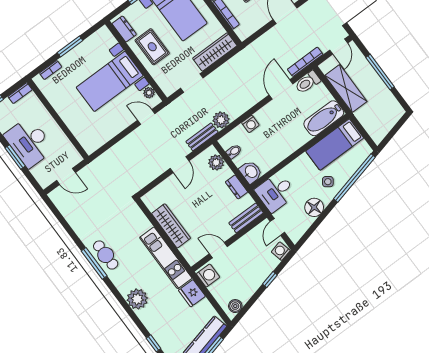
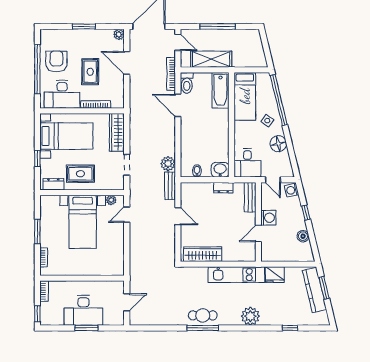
washing machine: (250, 124) -> (186, 145), removed
plant: (216, 163) -> (195, 189), removed
wardrobe: (171, 226) -> (203, 254), moved
washing machine: (208, 276) -> (268, 218), moved, turned 90
boiler: (235, 306) -> (303, 236), moved

